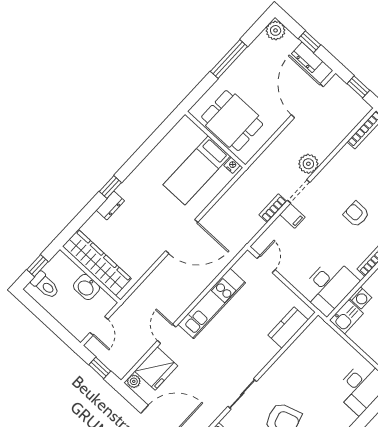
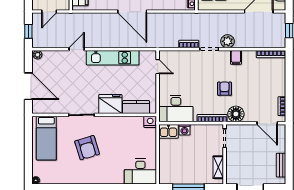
filing cabinet: (292, 216) -> (236, 57), moved
door: (266, 264) -> (158, 67), hinge flipped
nightstand: (318, 327) -> (150, 122), added
fridge: (156, 369) -> (110, 104), moved, turned 180

